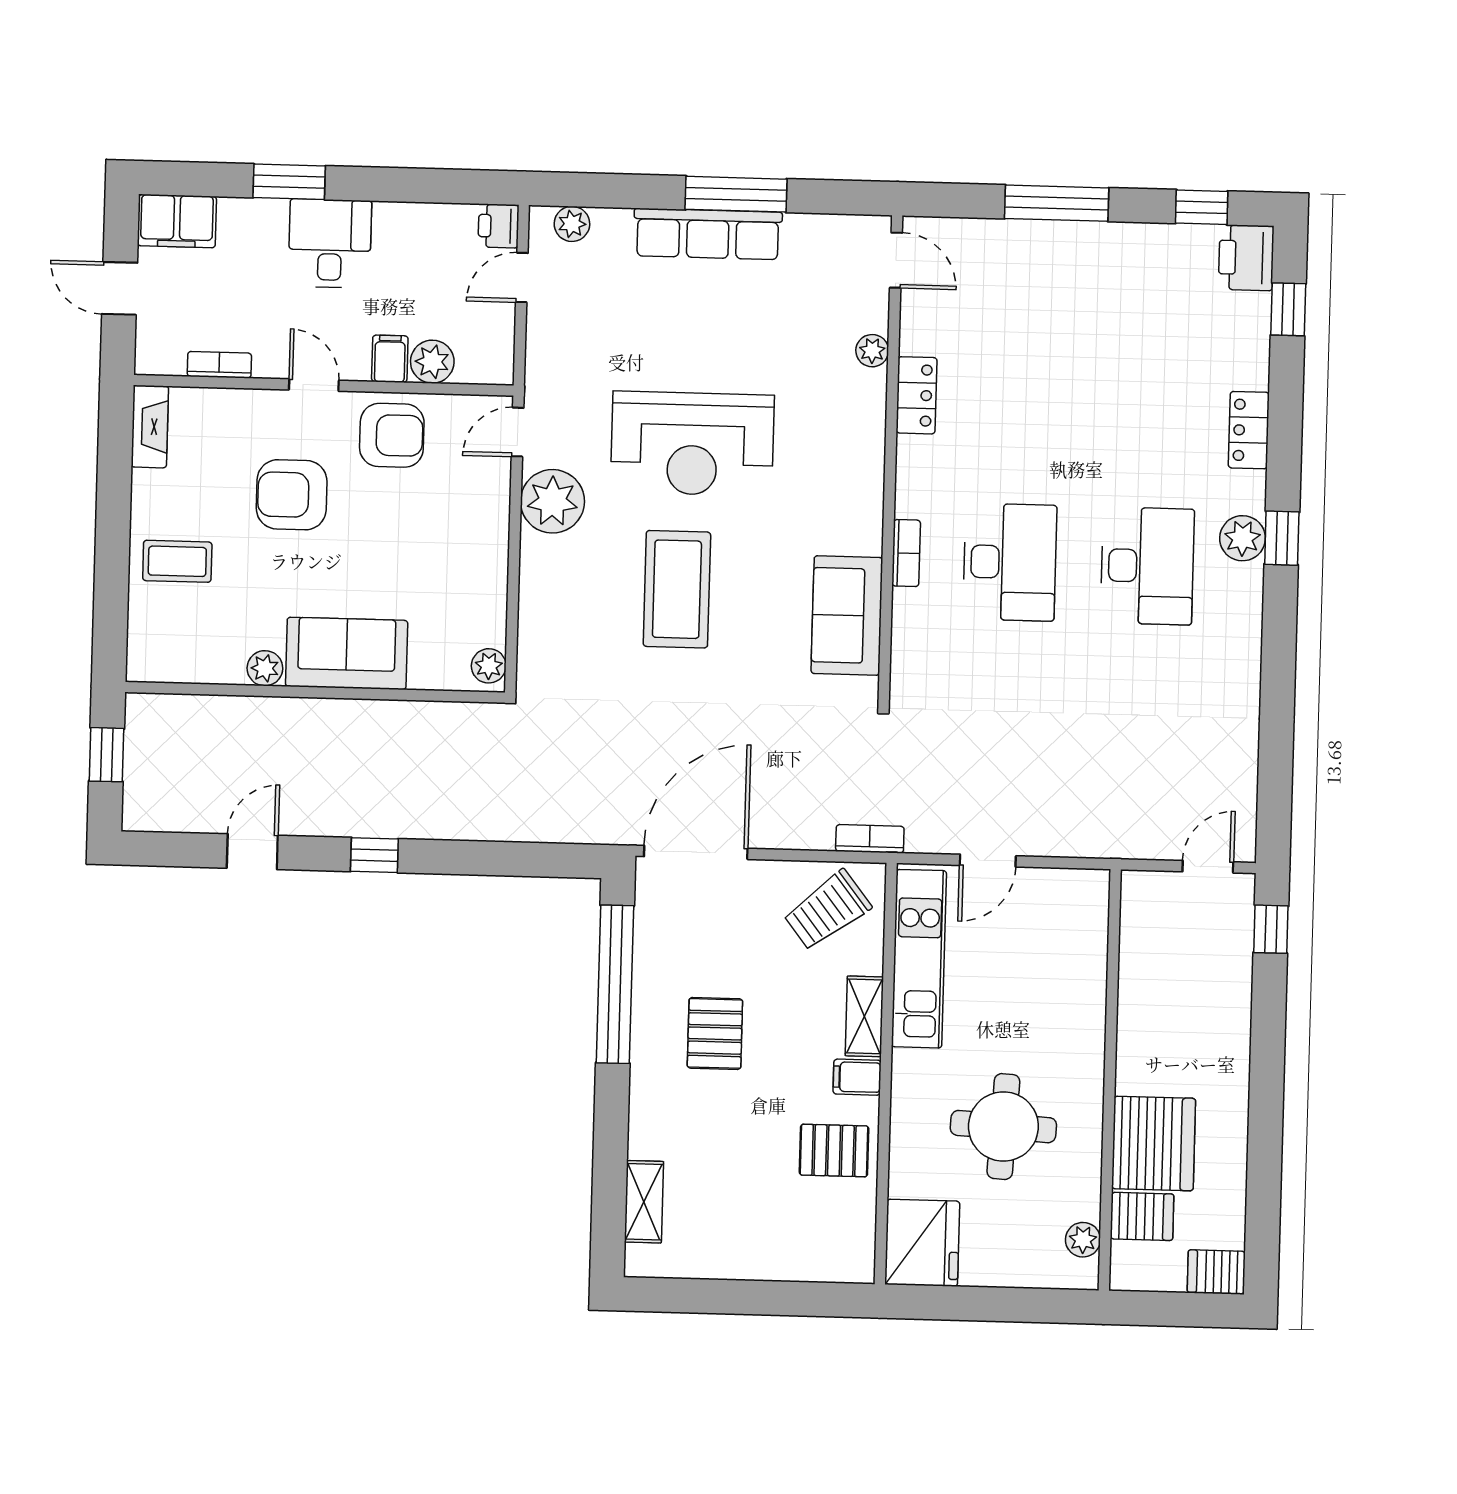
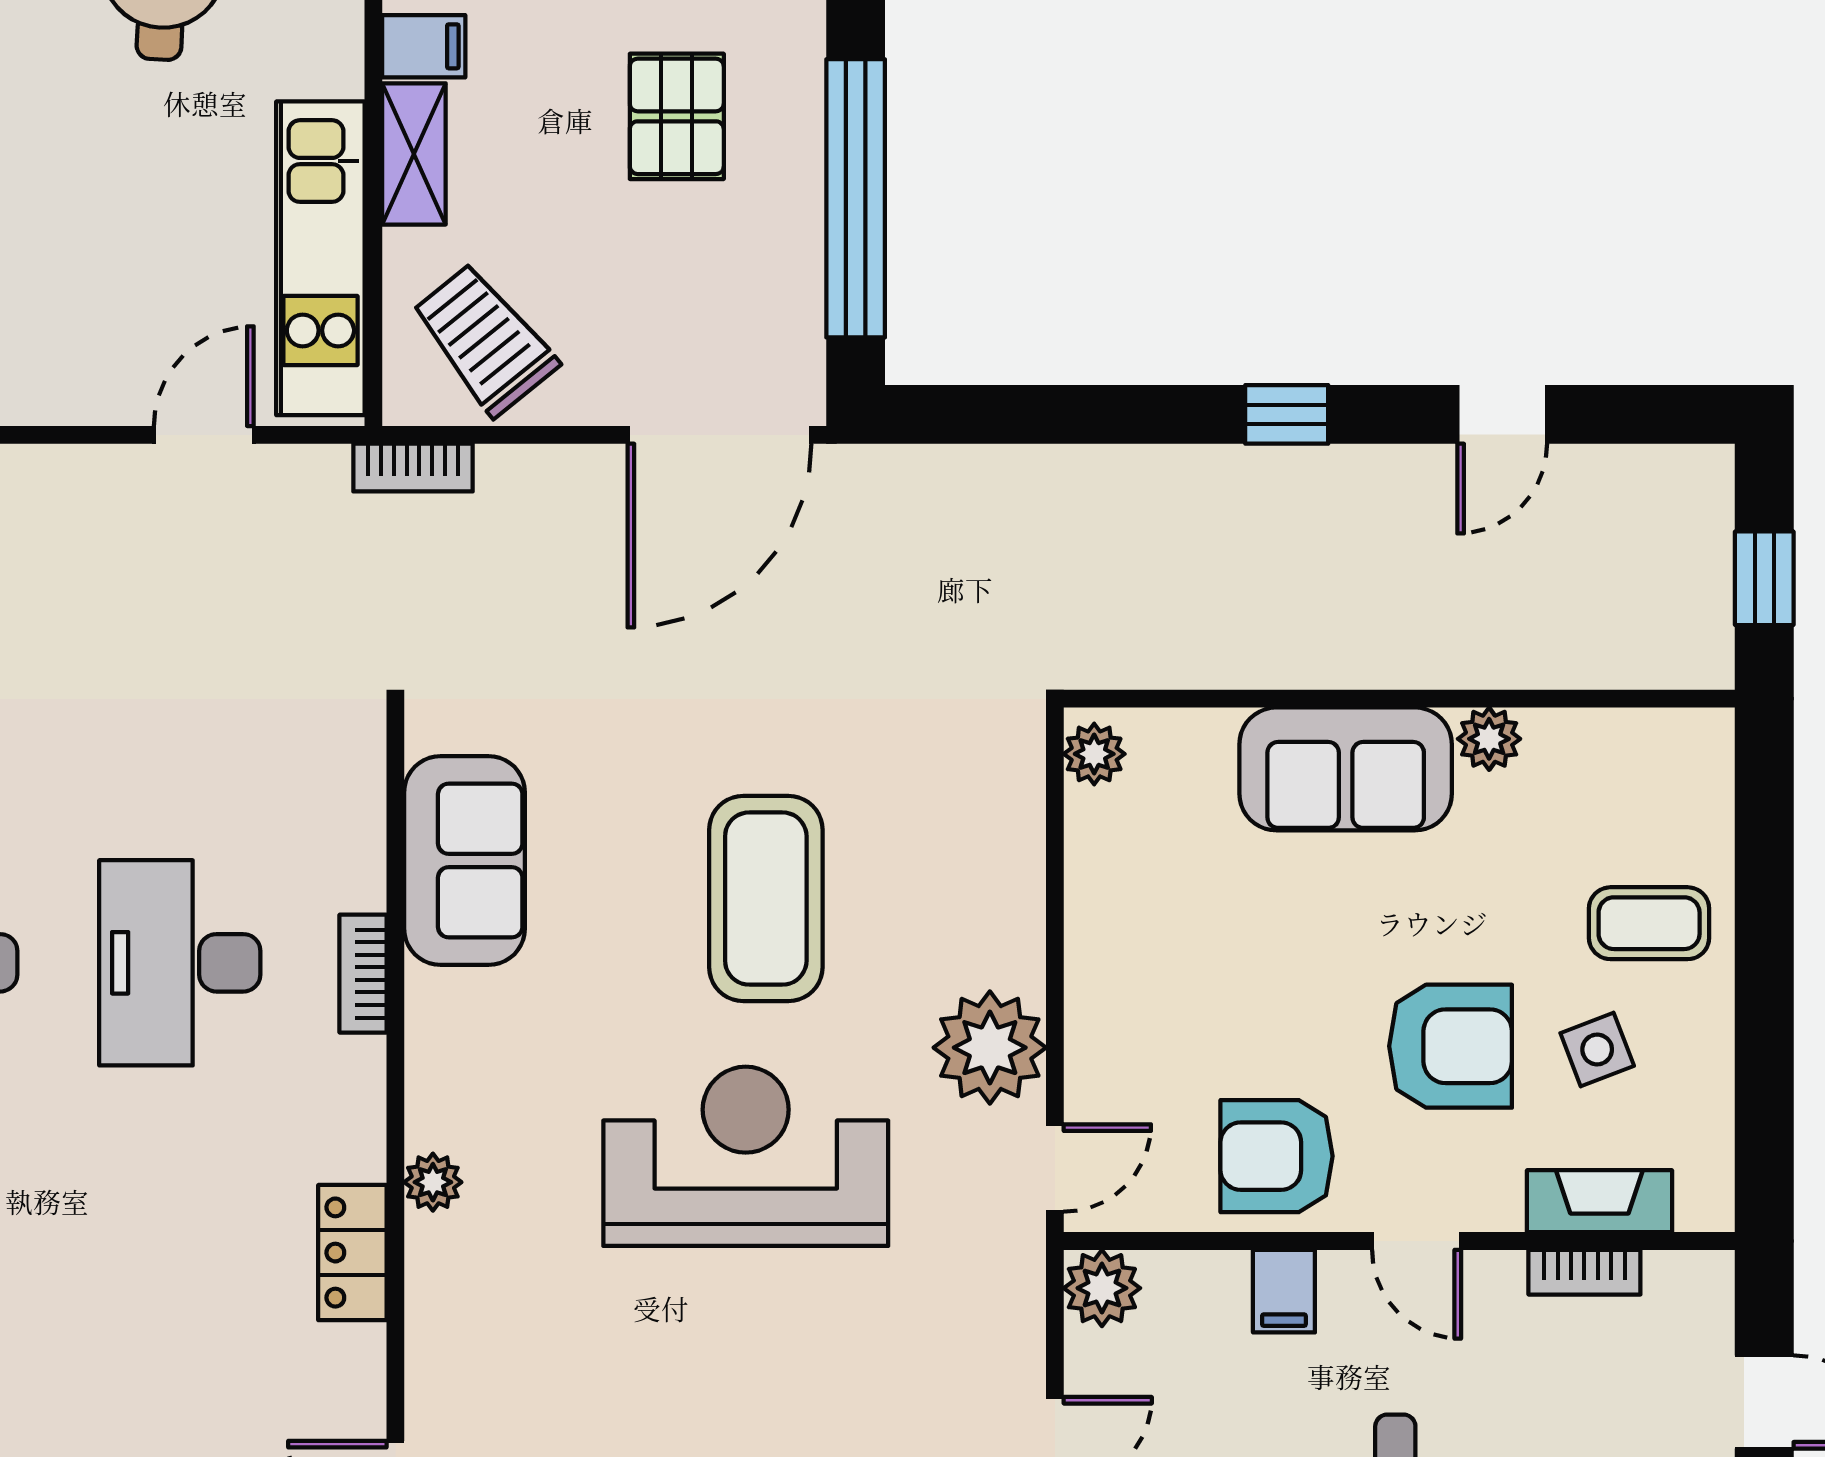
plant: (872, 351) -> (433, 1182), moved
plant: (432, 362) -> (1102, 1288), moved
fireplace: (150, 427) -> (1599, 1201), moved, turned 90
side table: (209, 491) -> (1597, 1049), added
trolley: (827, 910) -> (485, 339), turned -91

